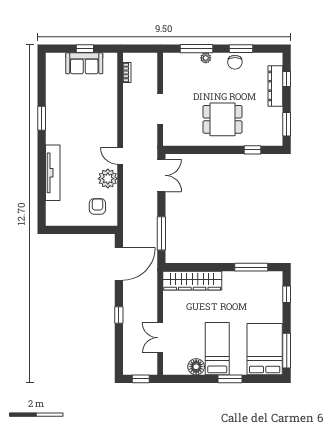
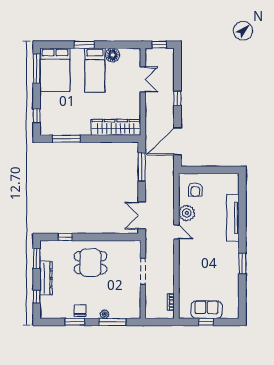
dresser: (275, 86) -> (46, 278), moved

